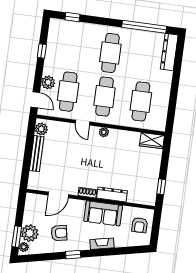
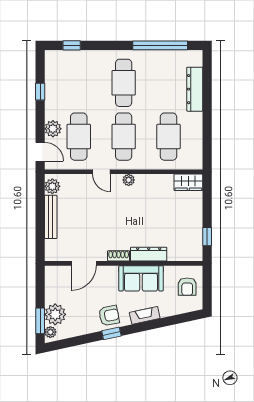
dresser: (169, 52) -> (195, 89), moved
armchair: (59, 233) -> (109, 316), moved

